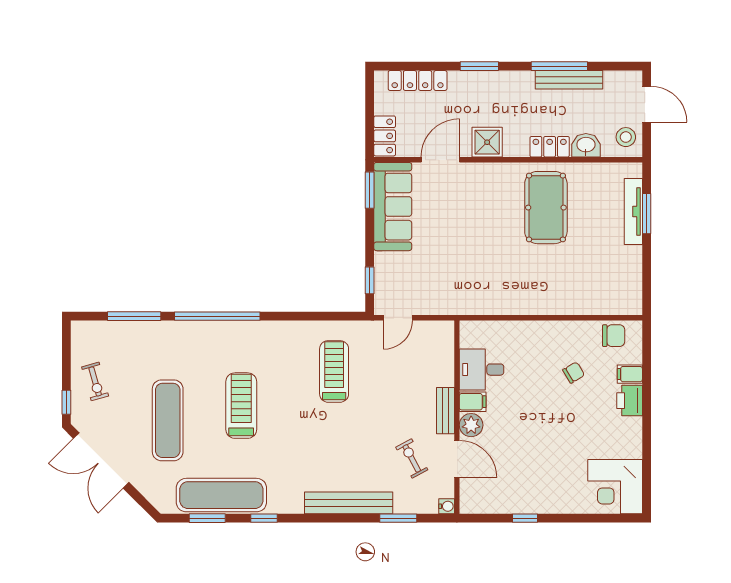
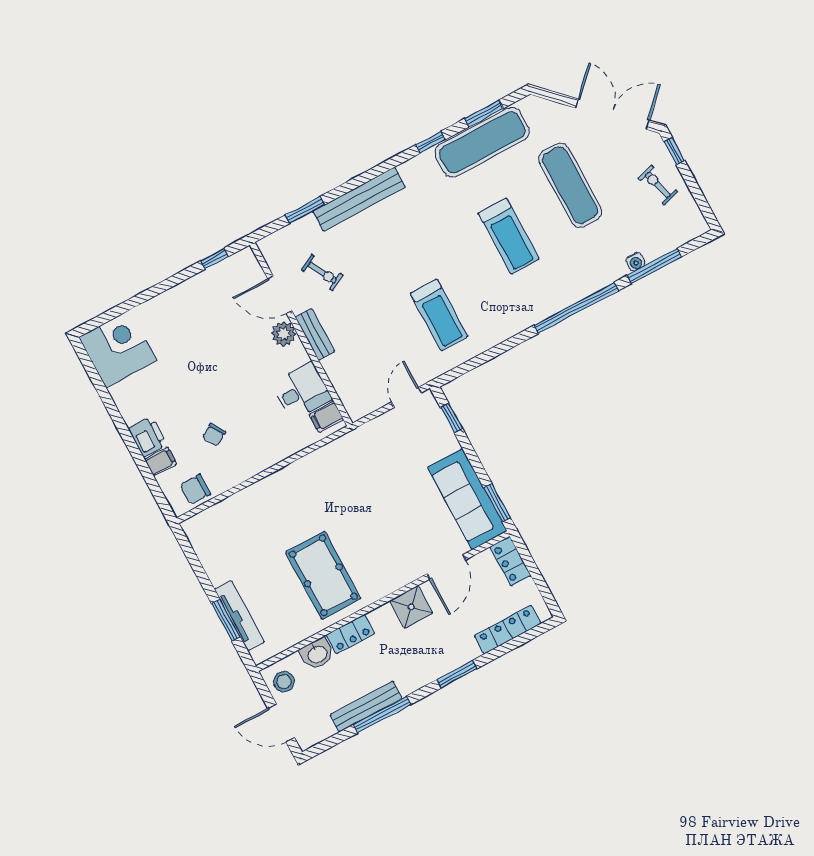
filing cabinet: (473, 402) -> (326, 417), moved
water cooler: (447, 506) -> (635, 262), moved, turned -90
window: (525, 518) -> (215, 259), moved

